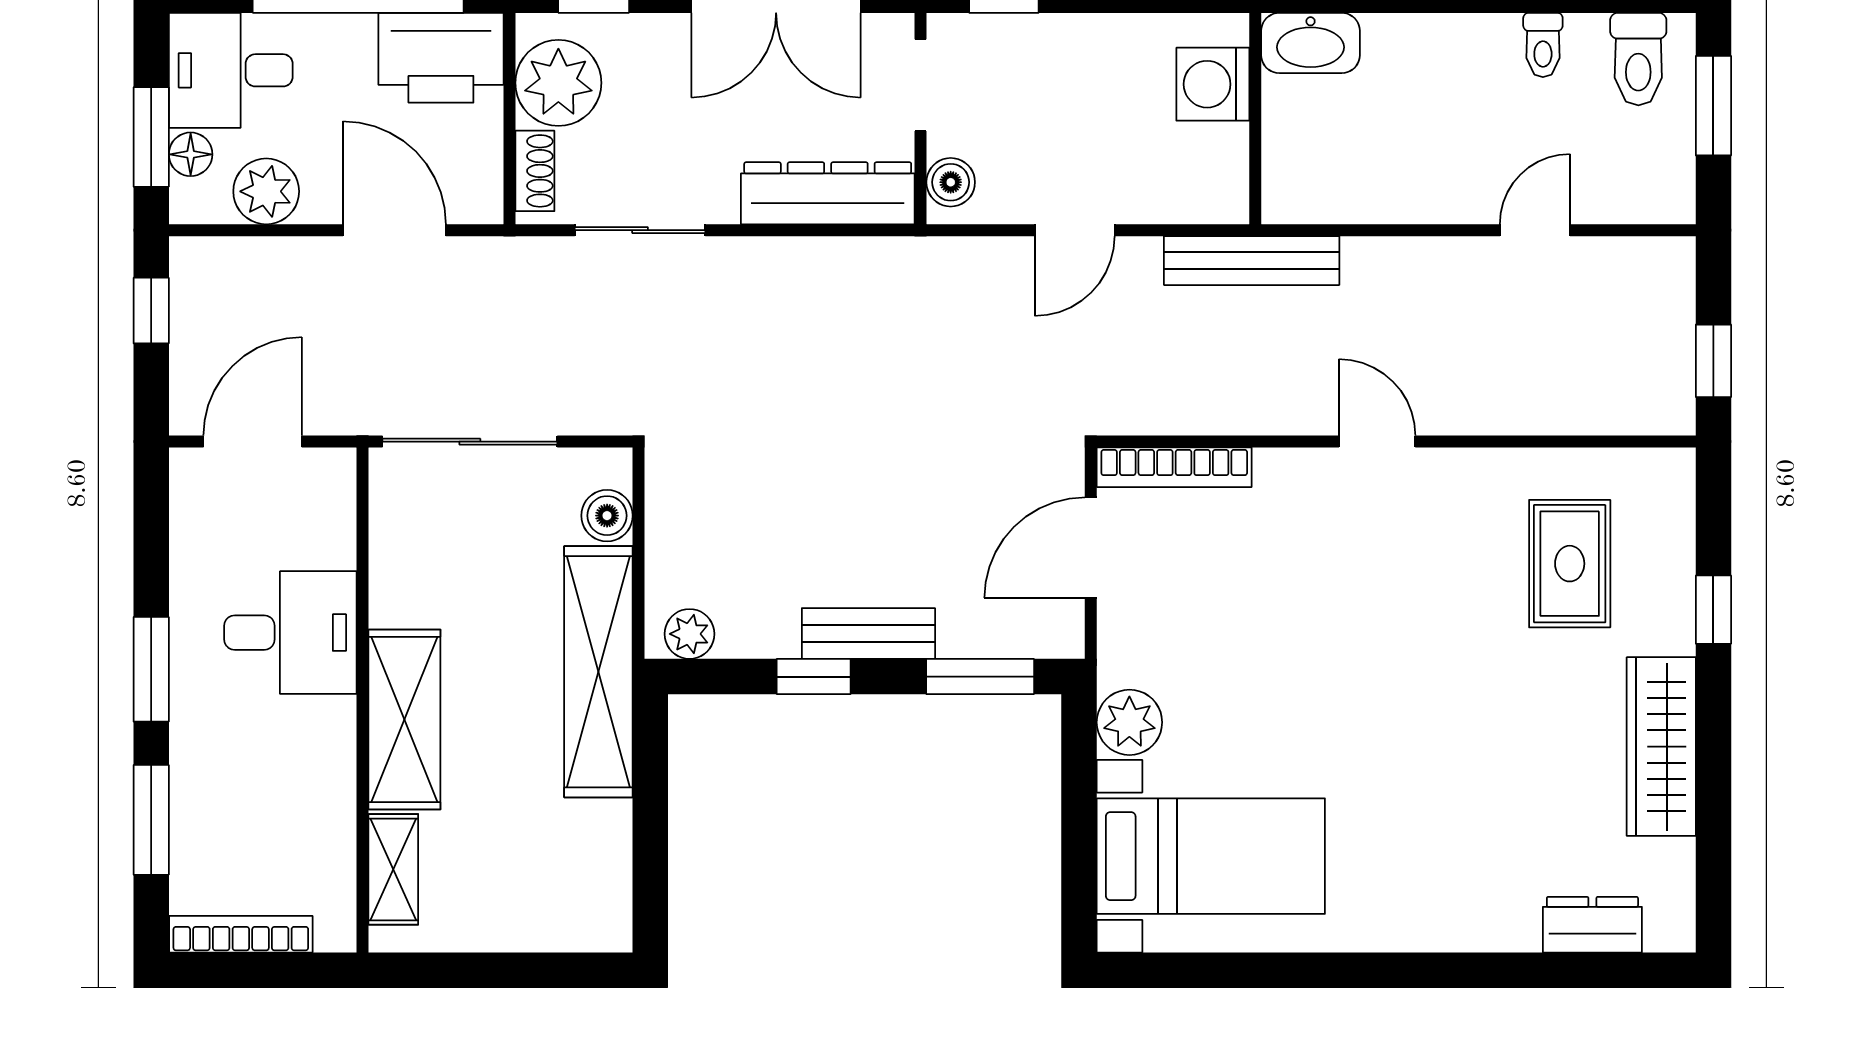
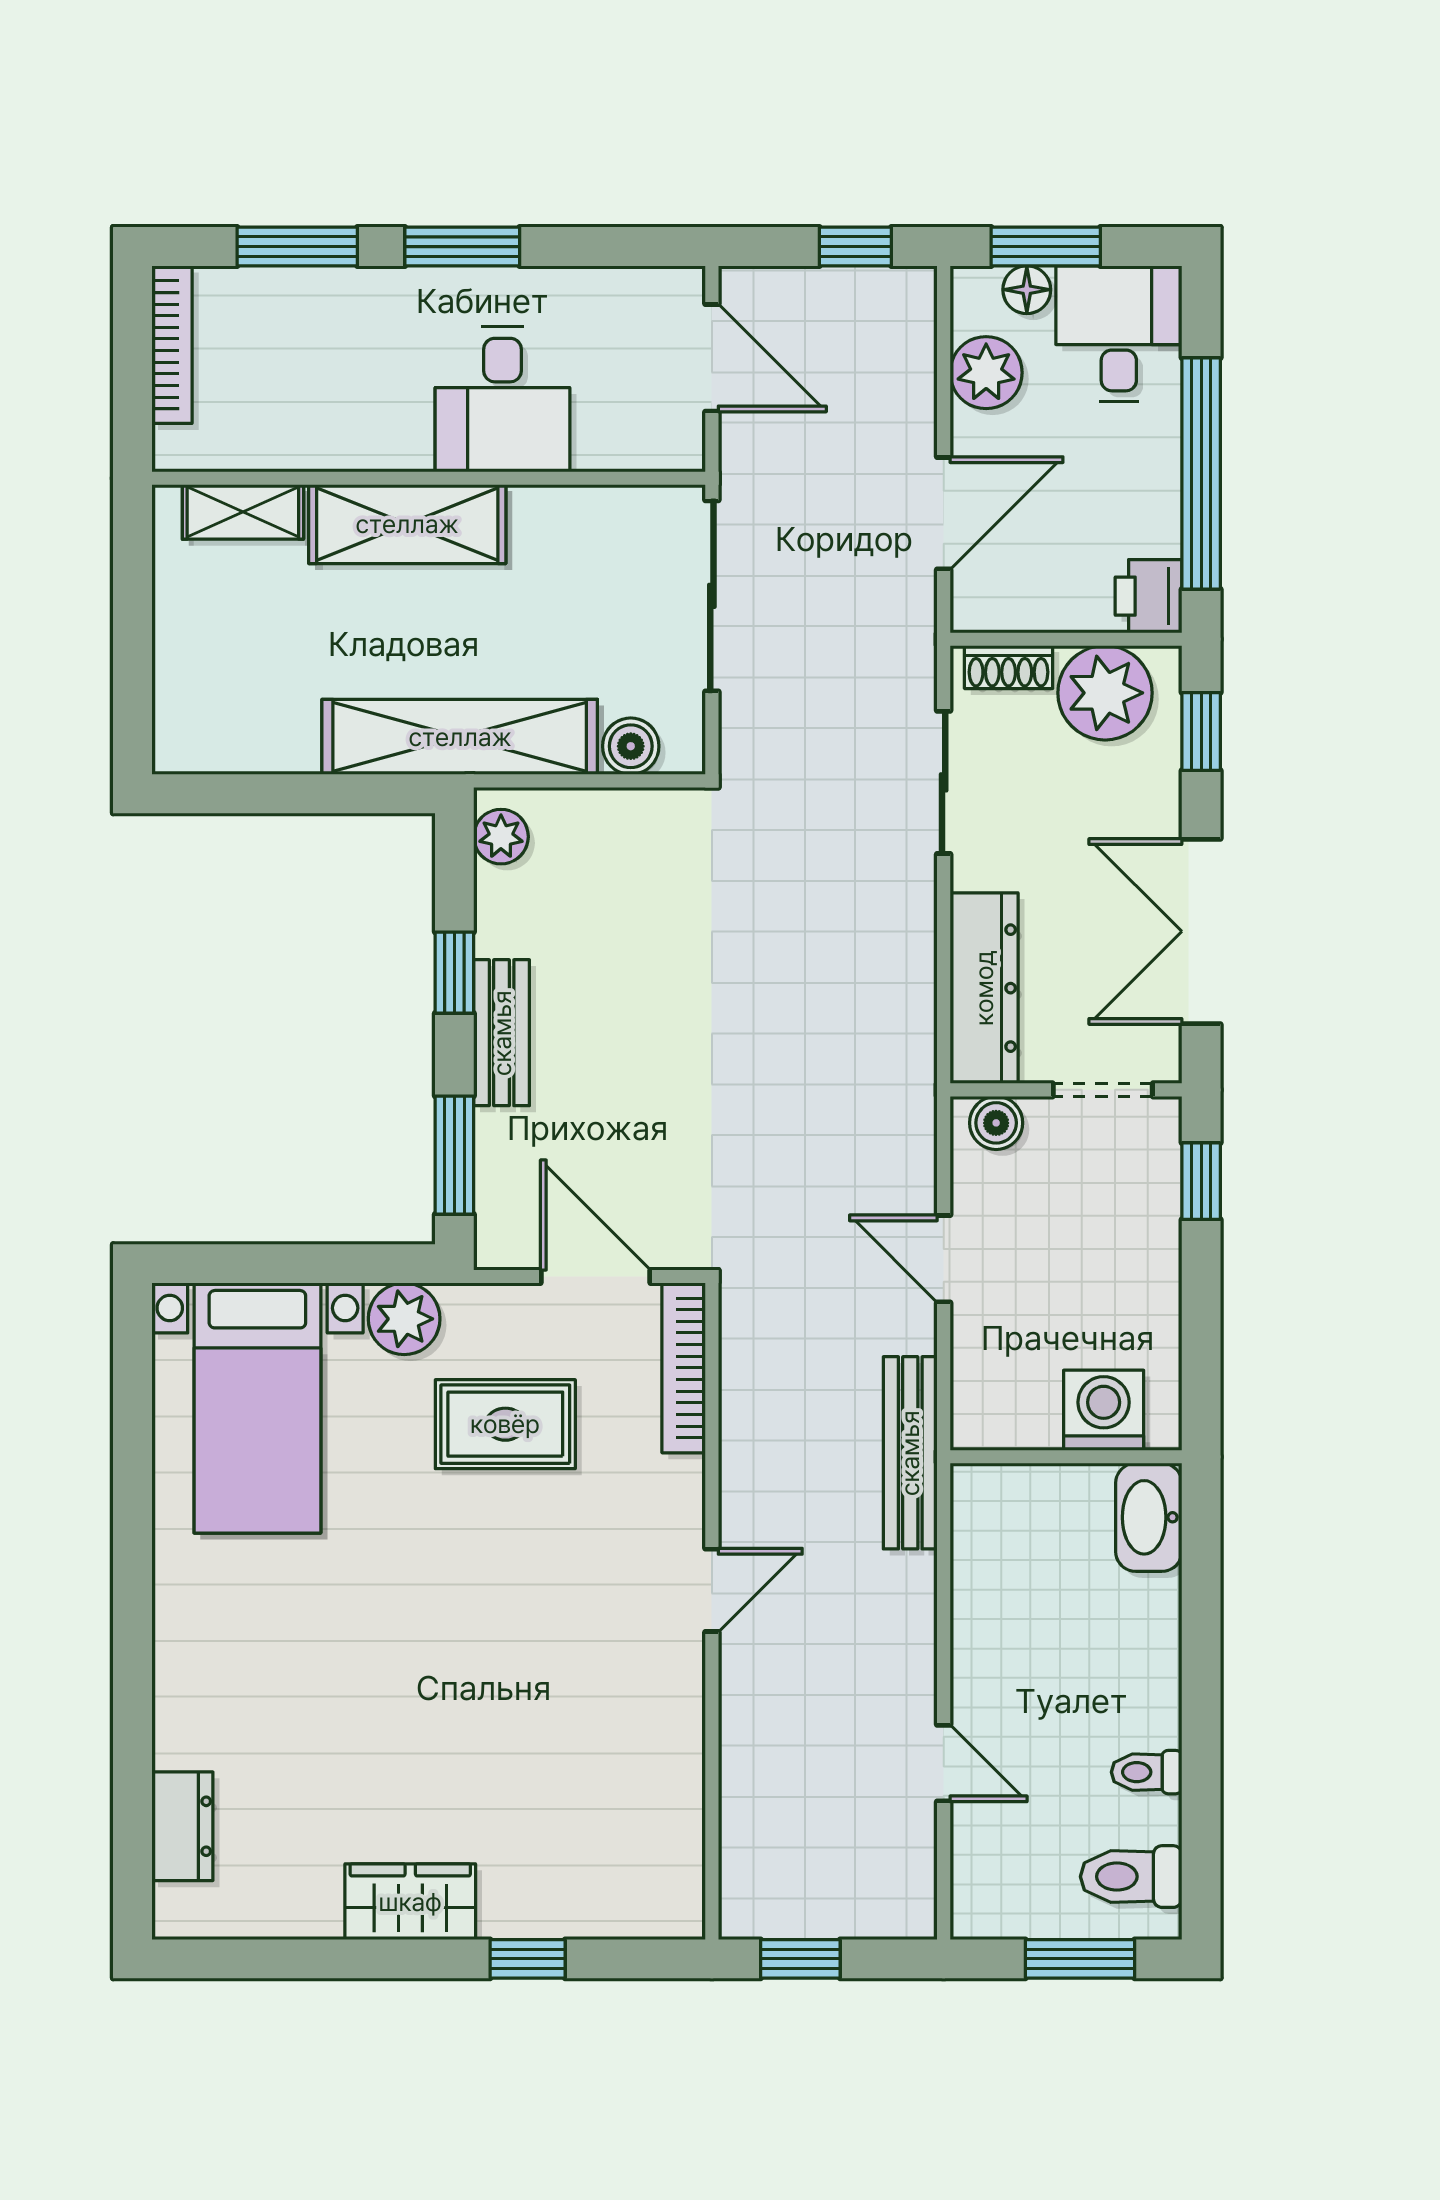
printer: (441, 58) -> (1149, 596), width x0.53, depth x0.68
rug: (1570, 564) -> (505, 1424), moved
wardrobe: (1661, 747) -> (410, 1902), width x0.67

